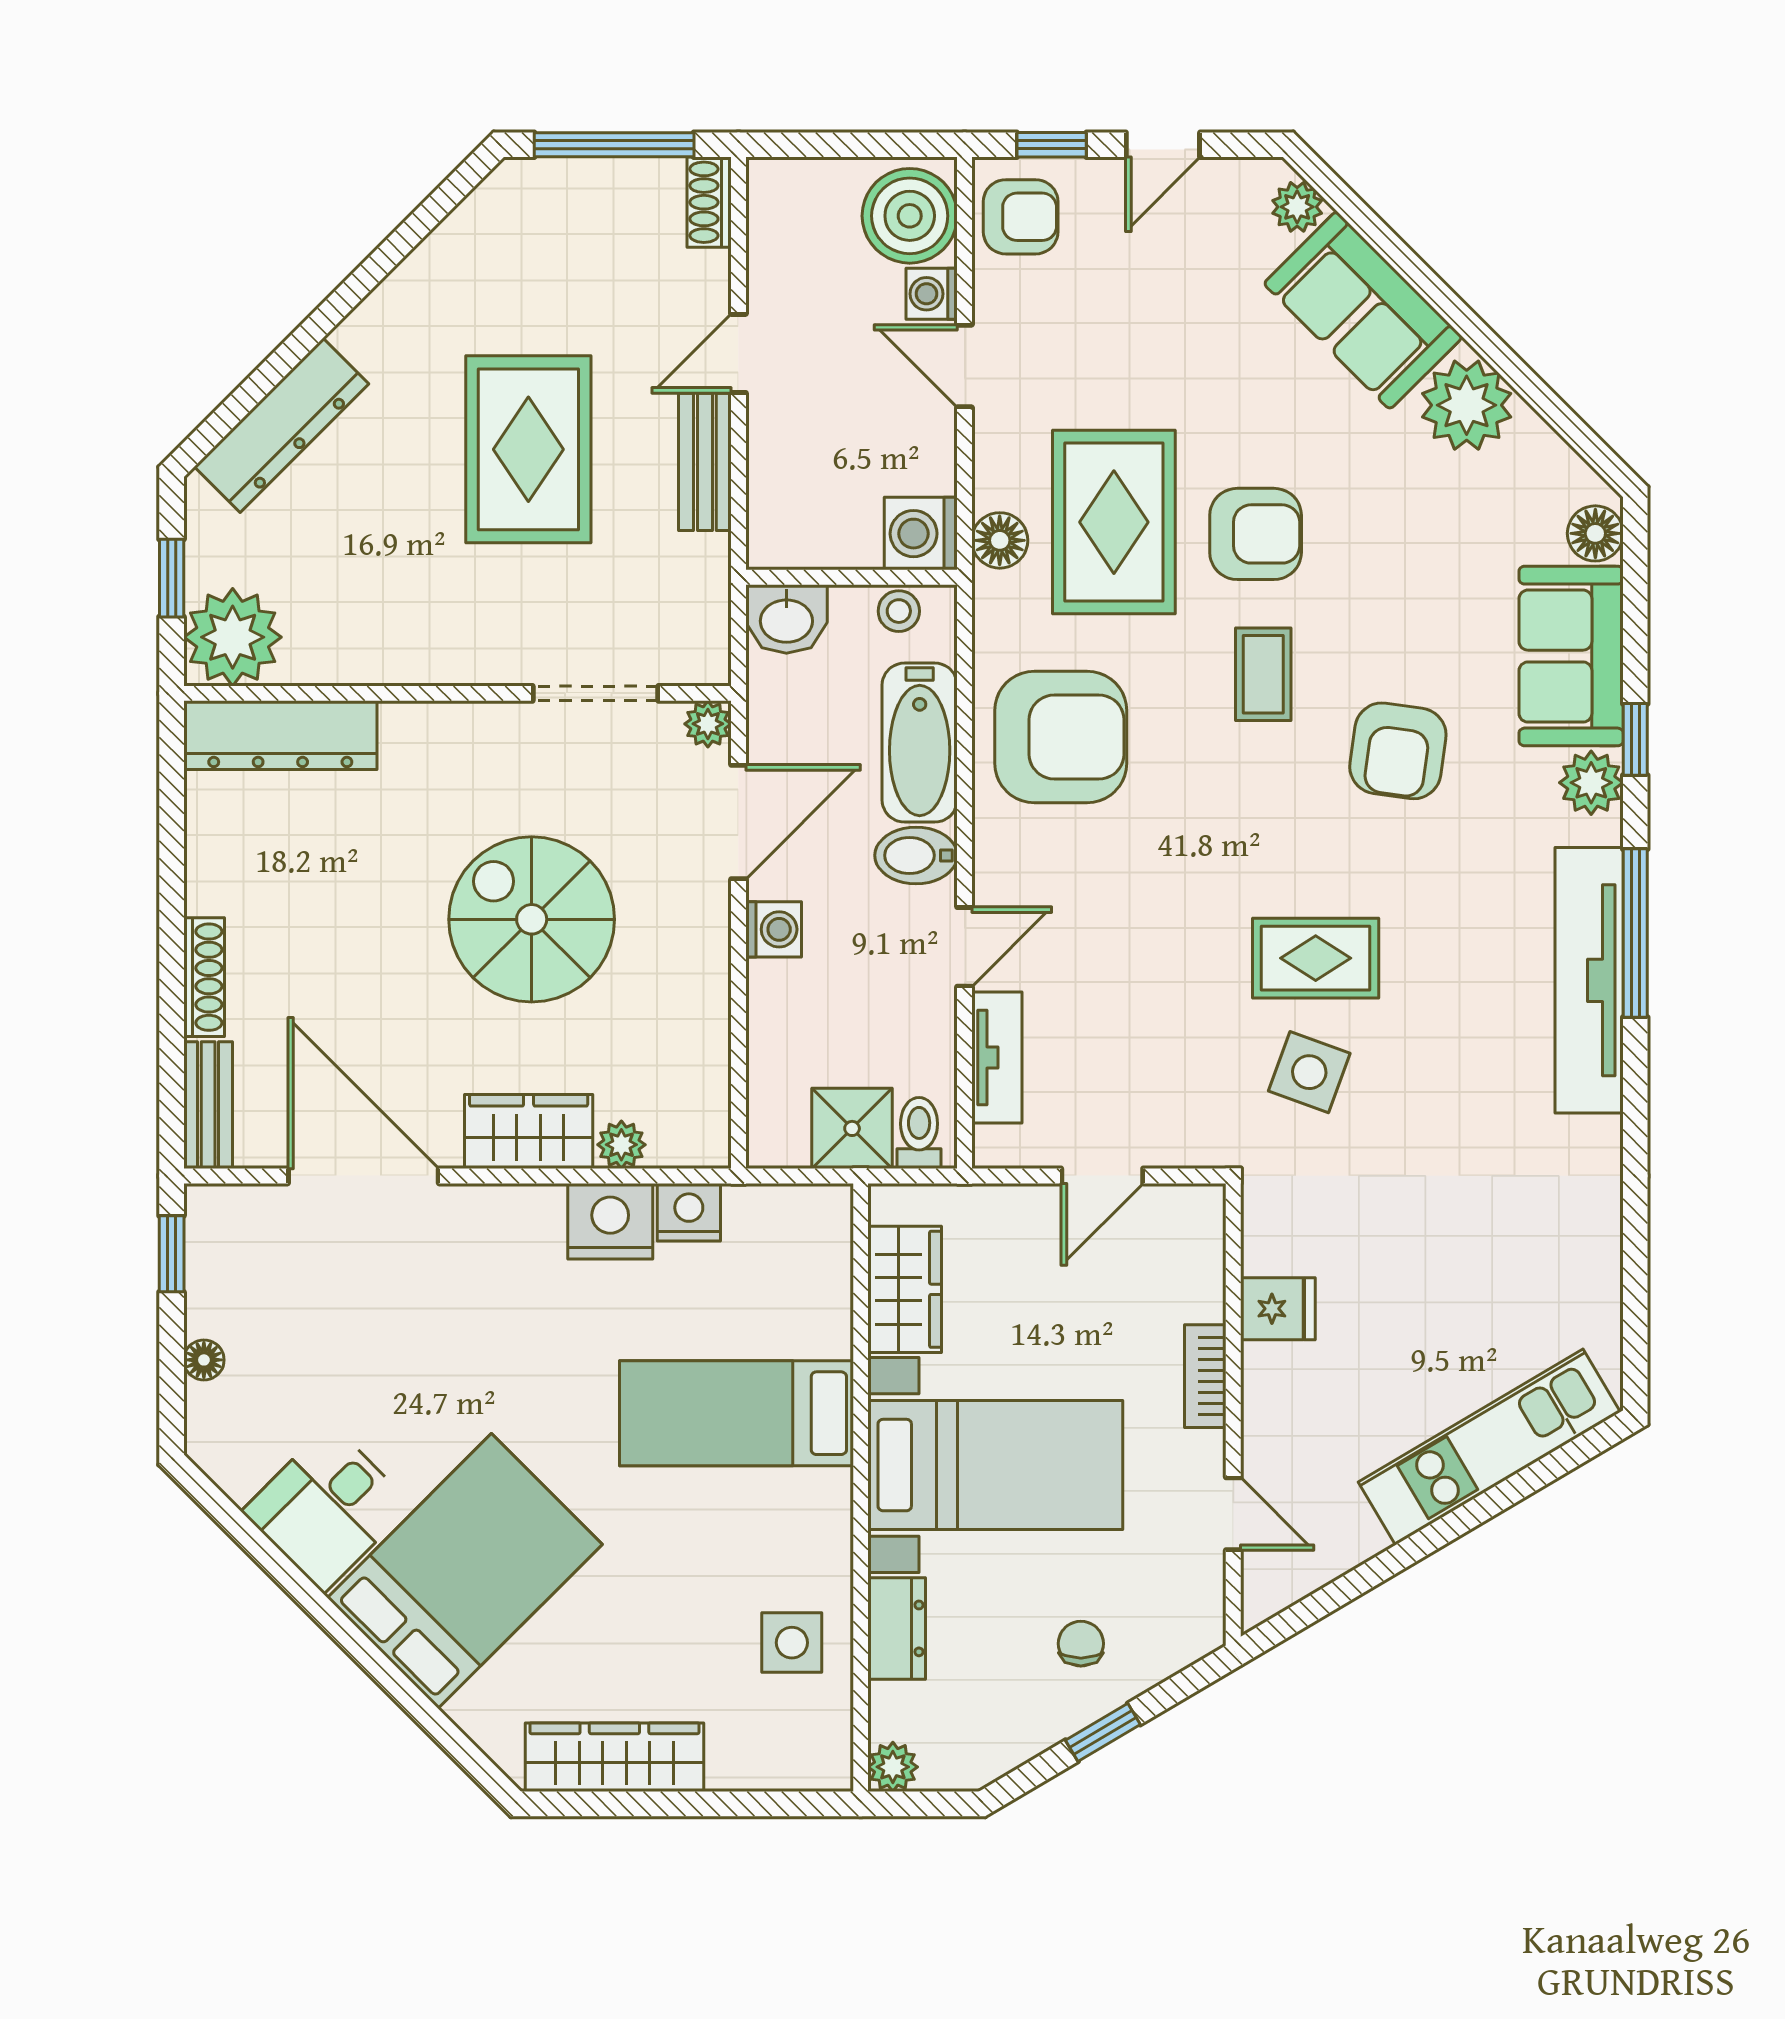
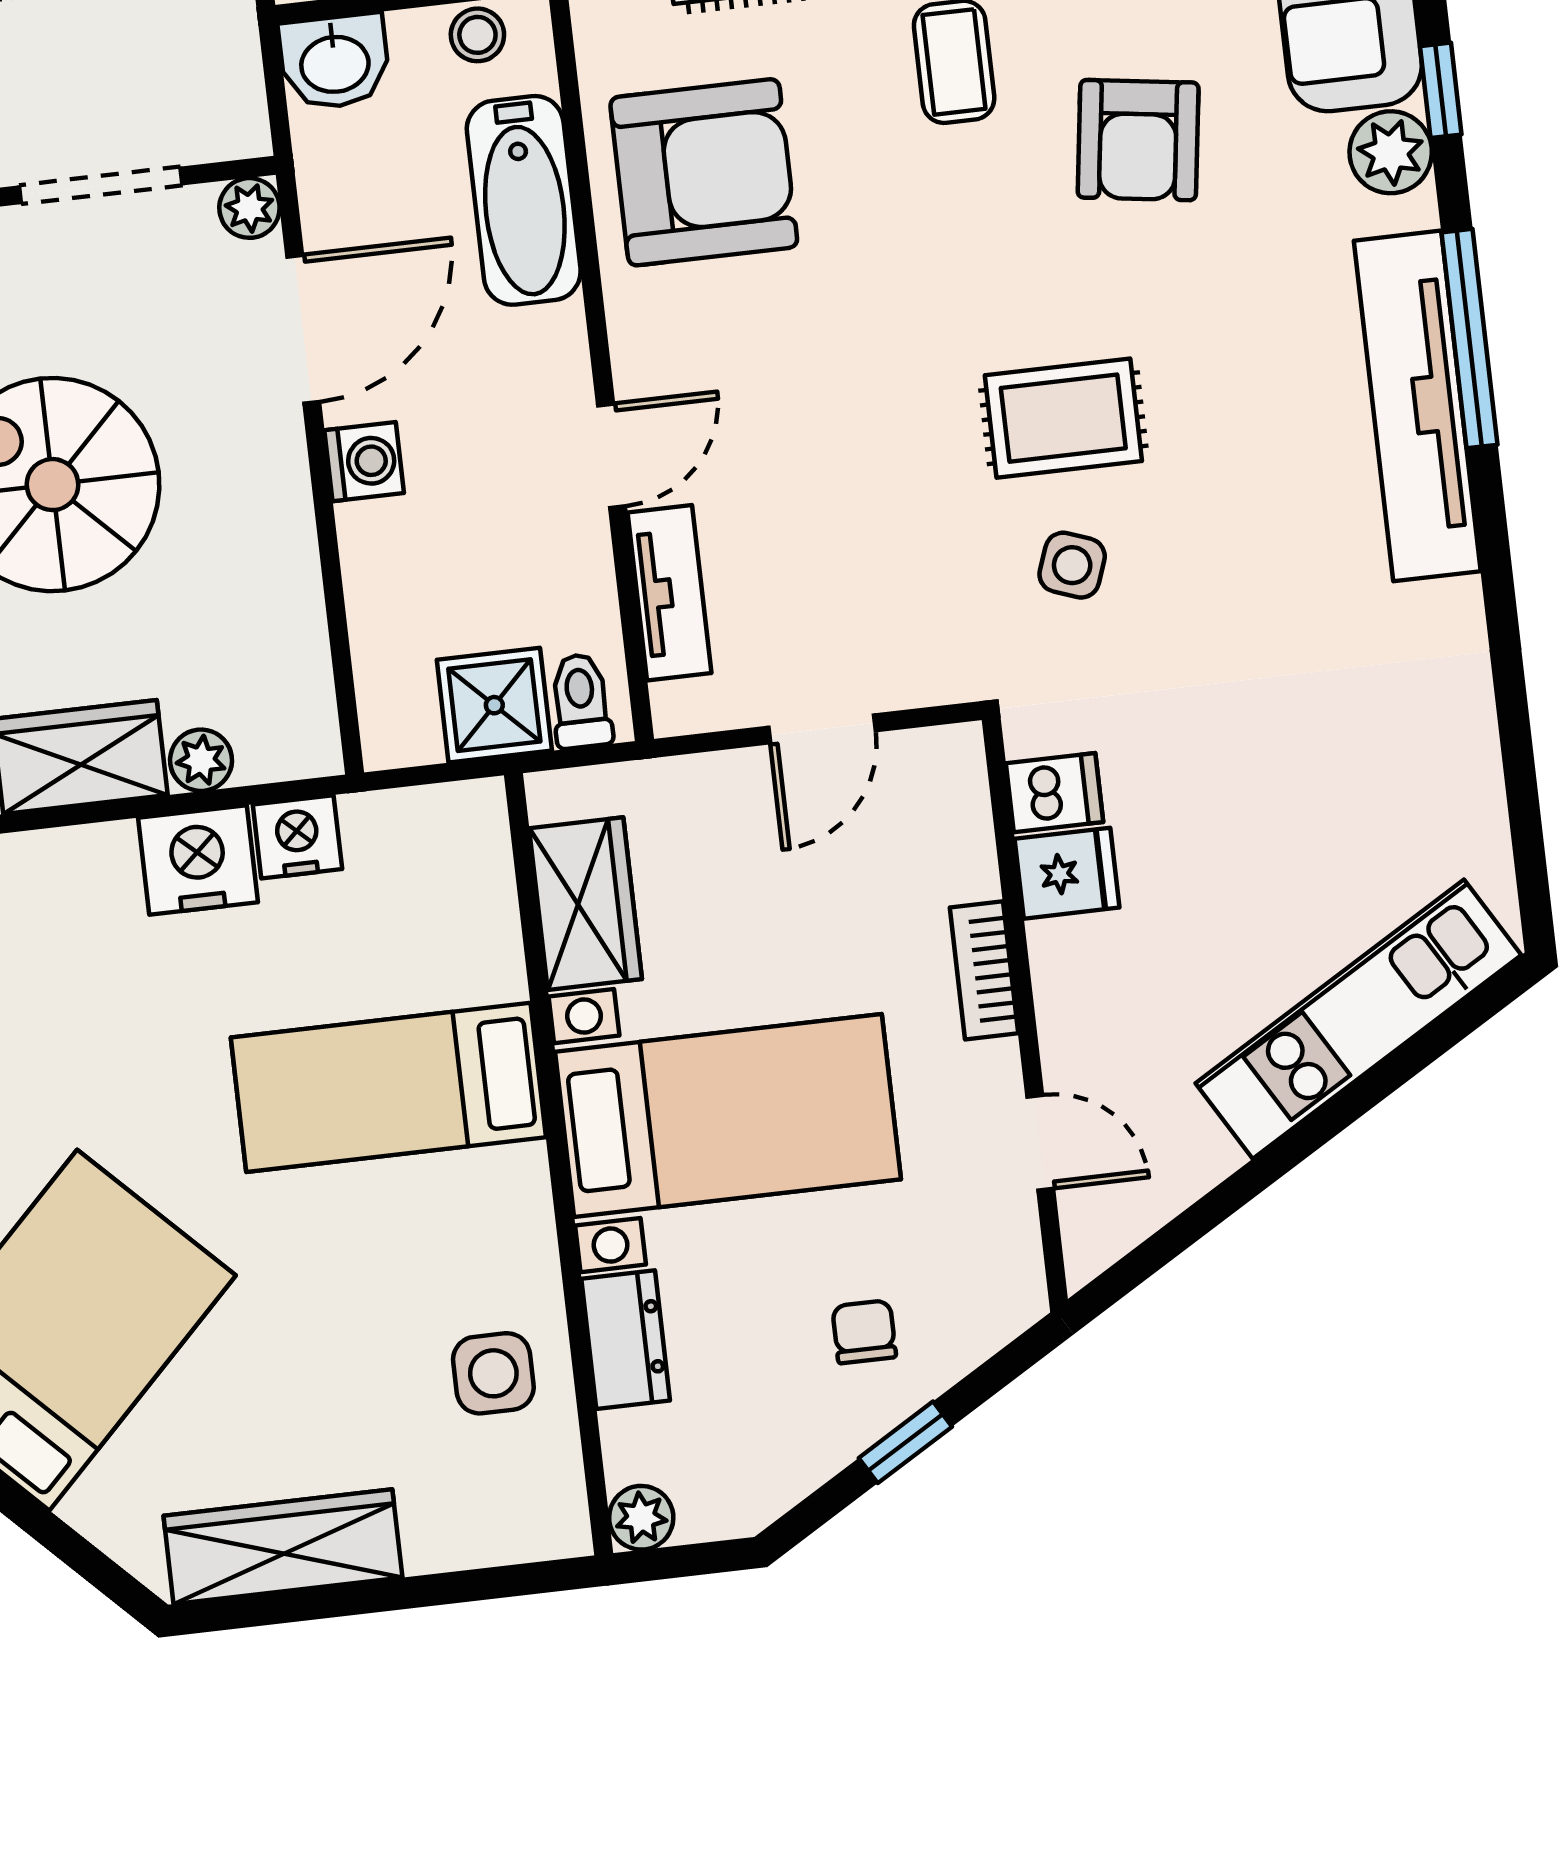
bidet: (916, 855) -> (536, 346), removed
side table: (1309, 1072) -> (1072, 565), width x0.73, depth x0.73
dishwasher: (1275, 1246) -> (1054, 793), added

